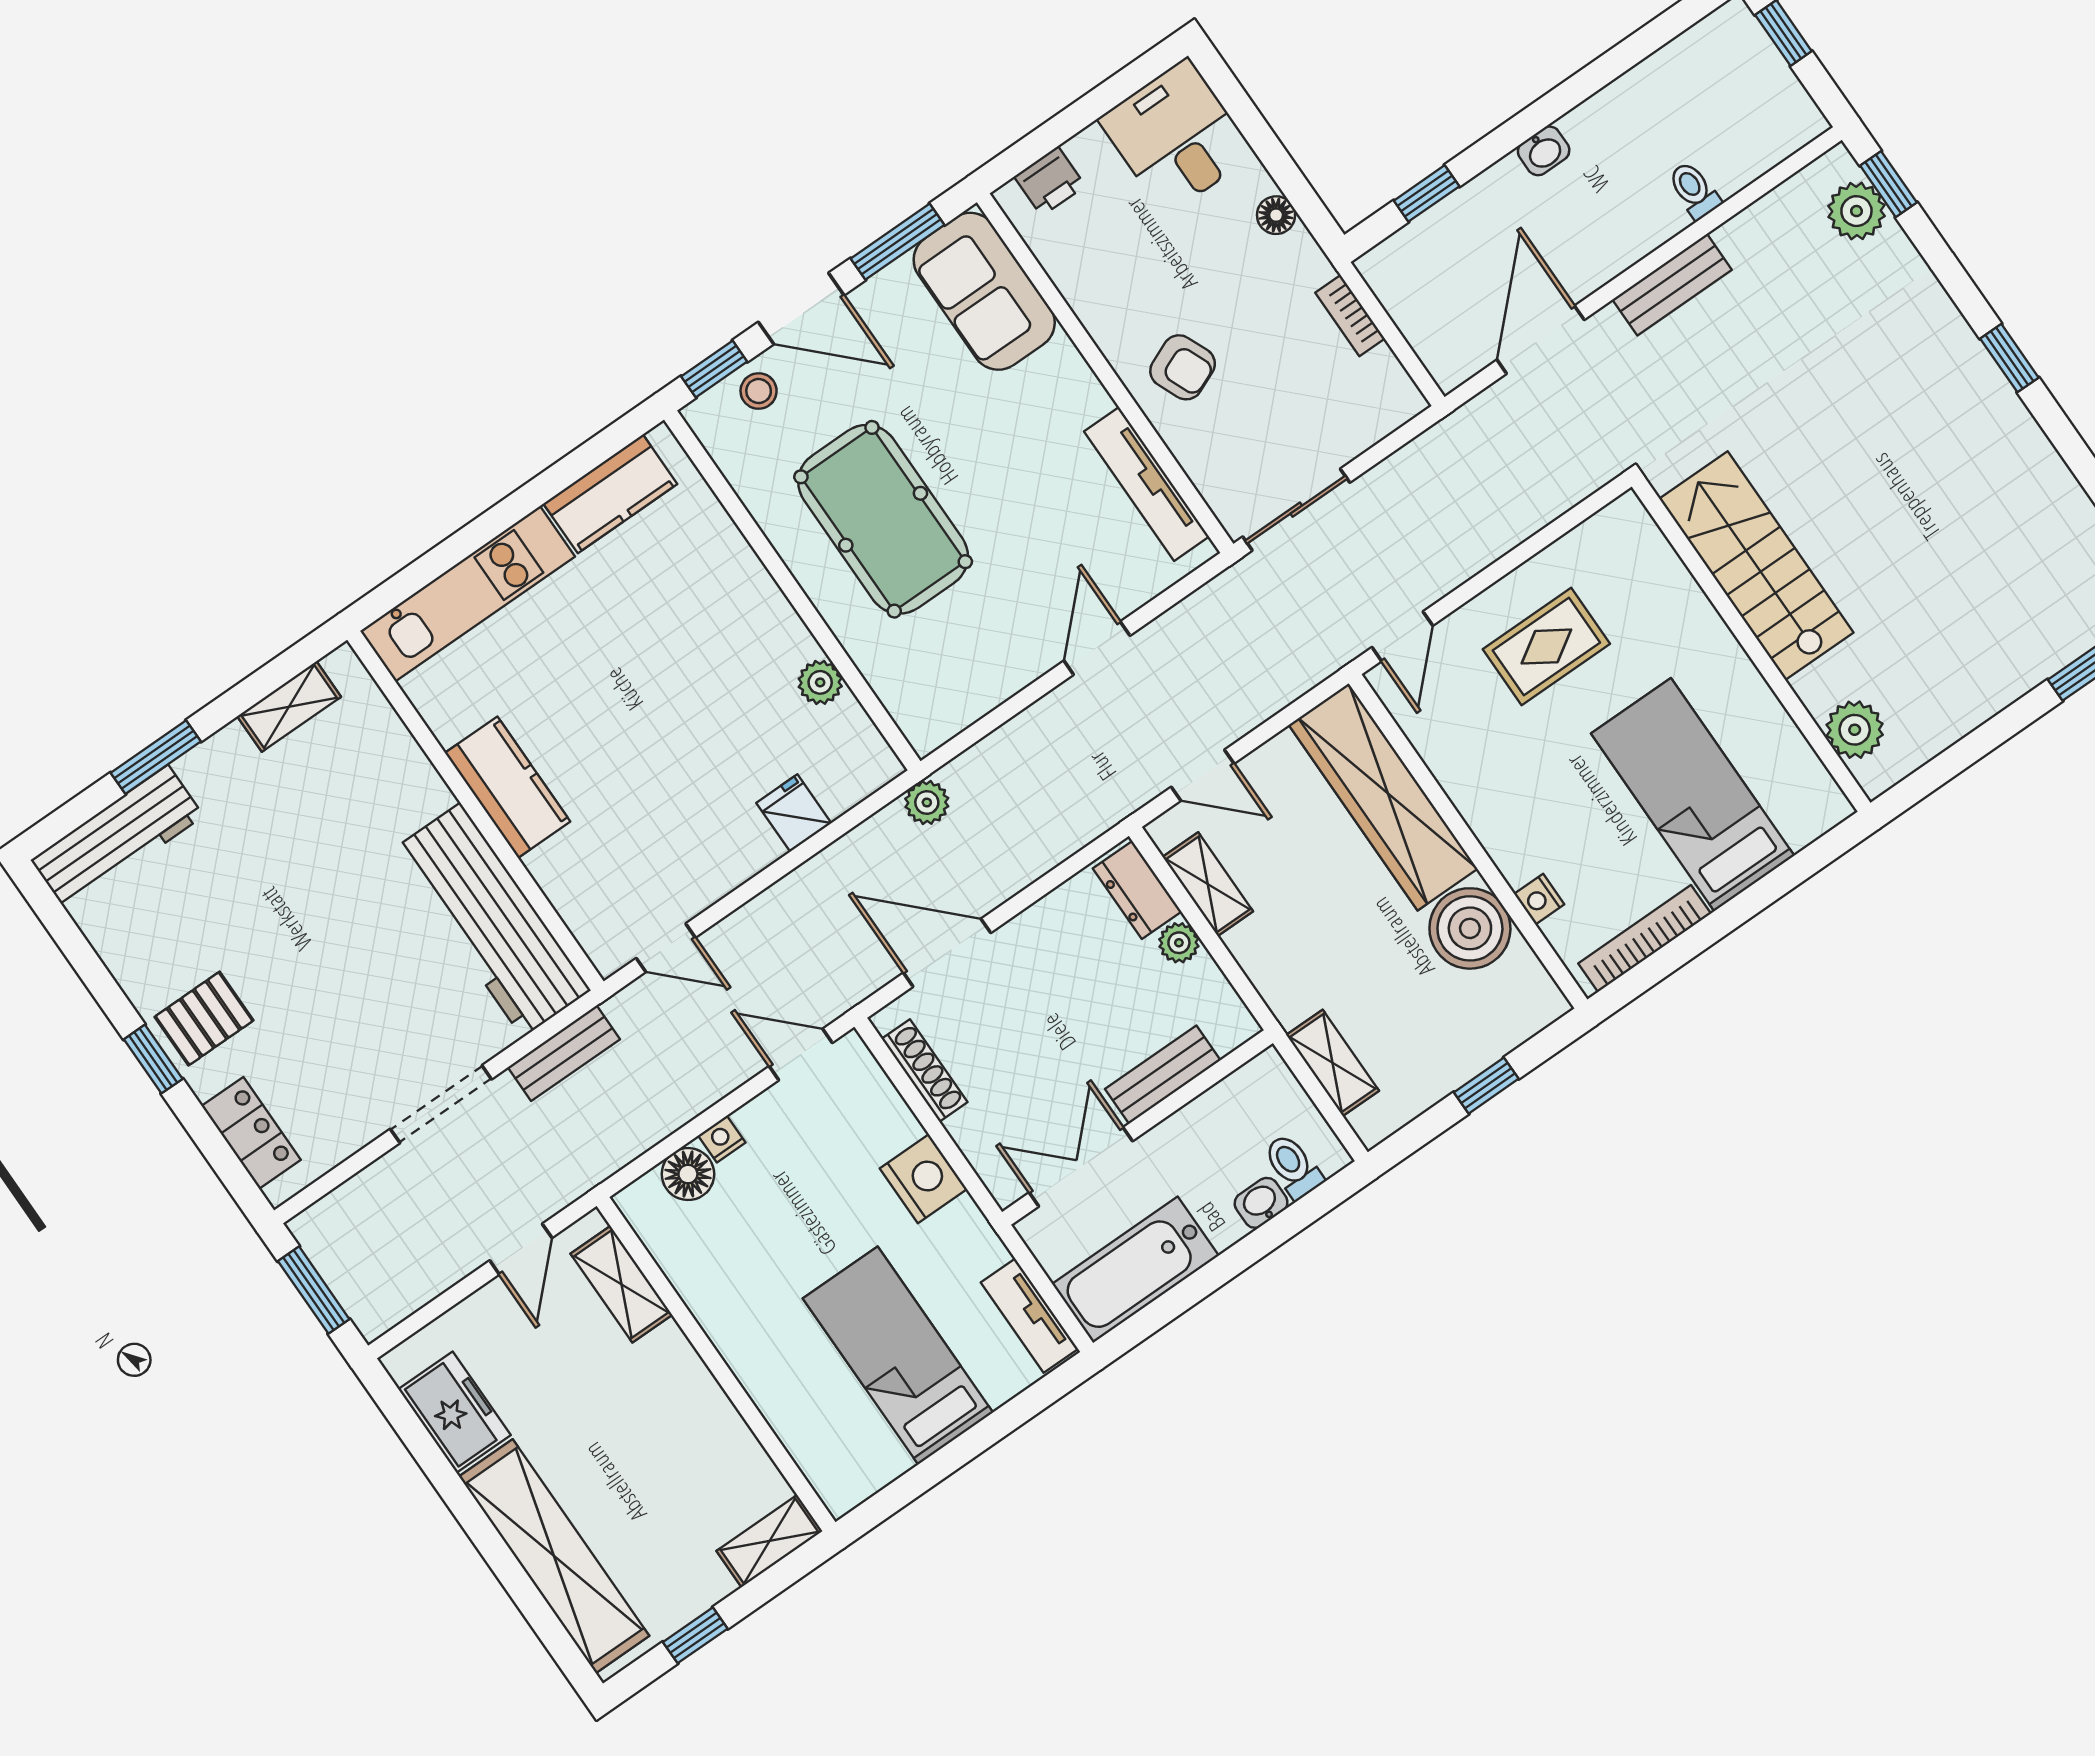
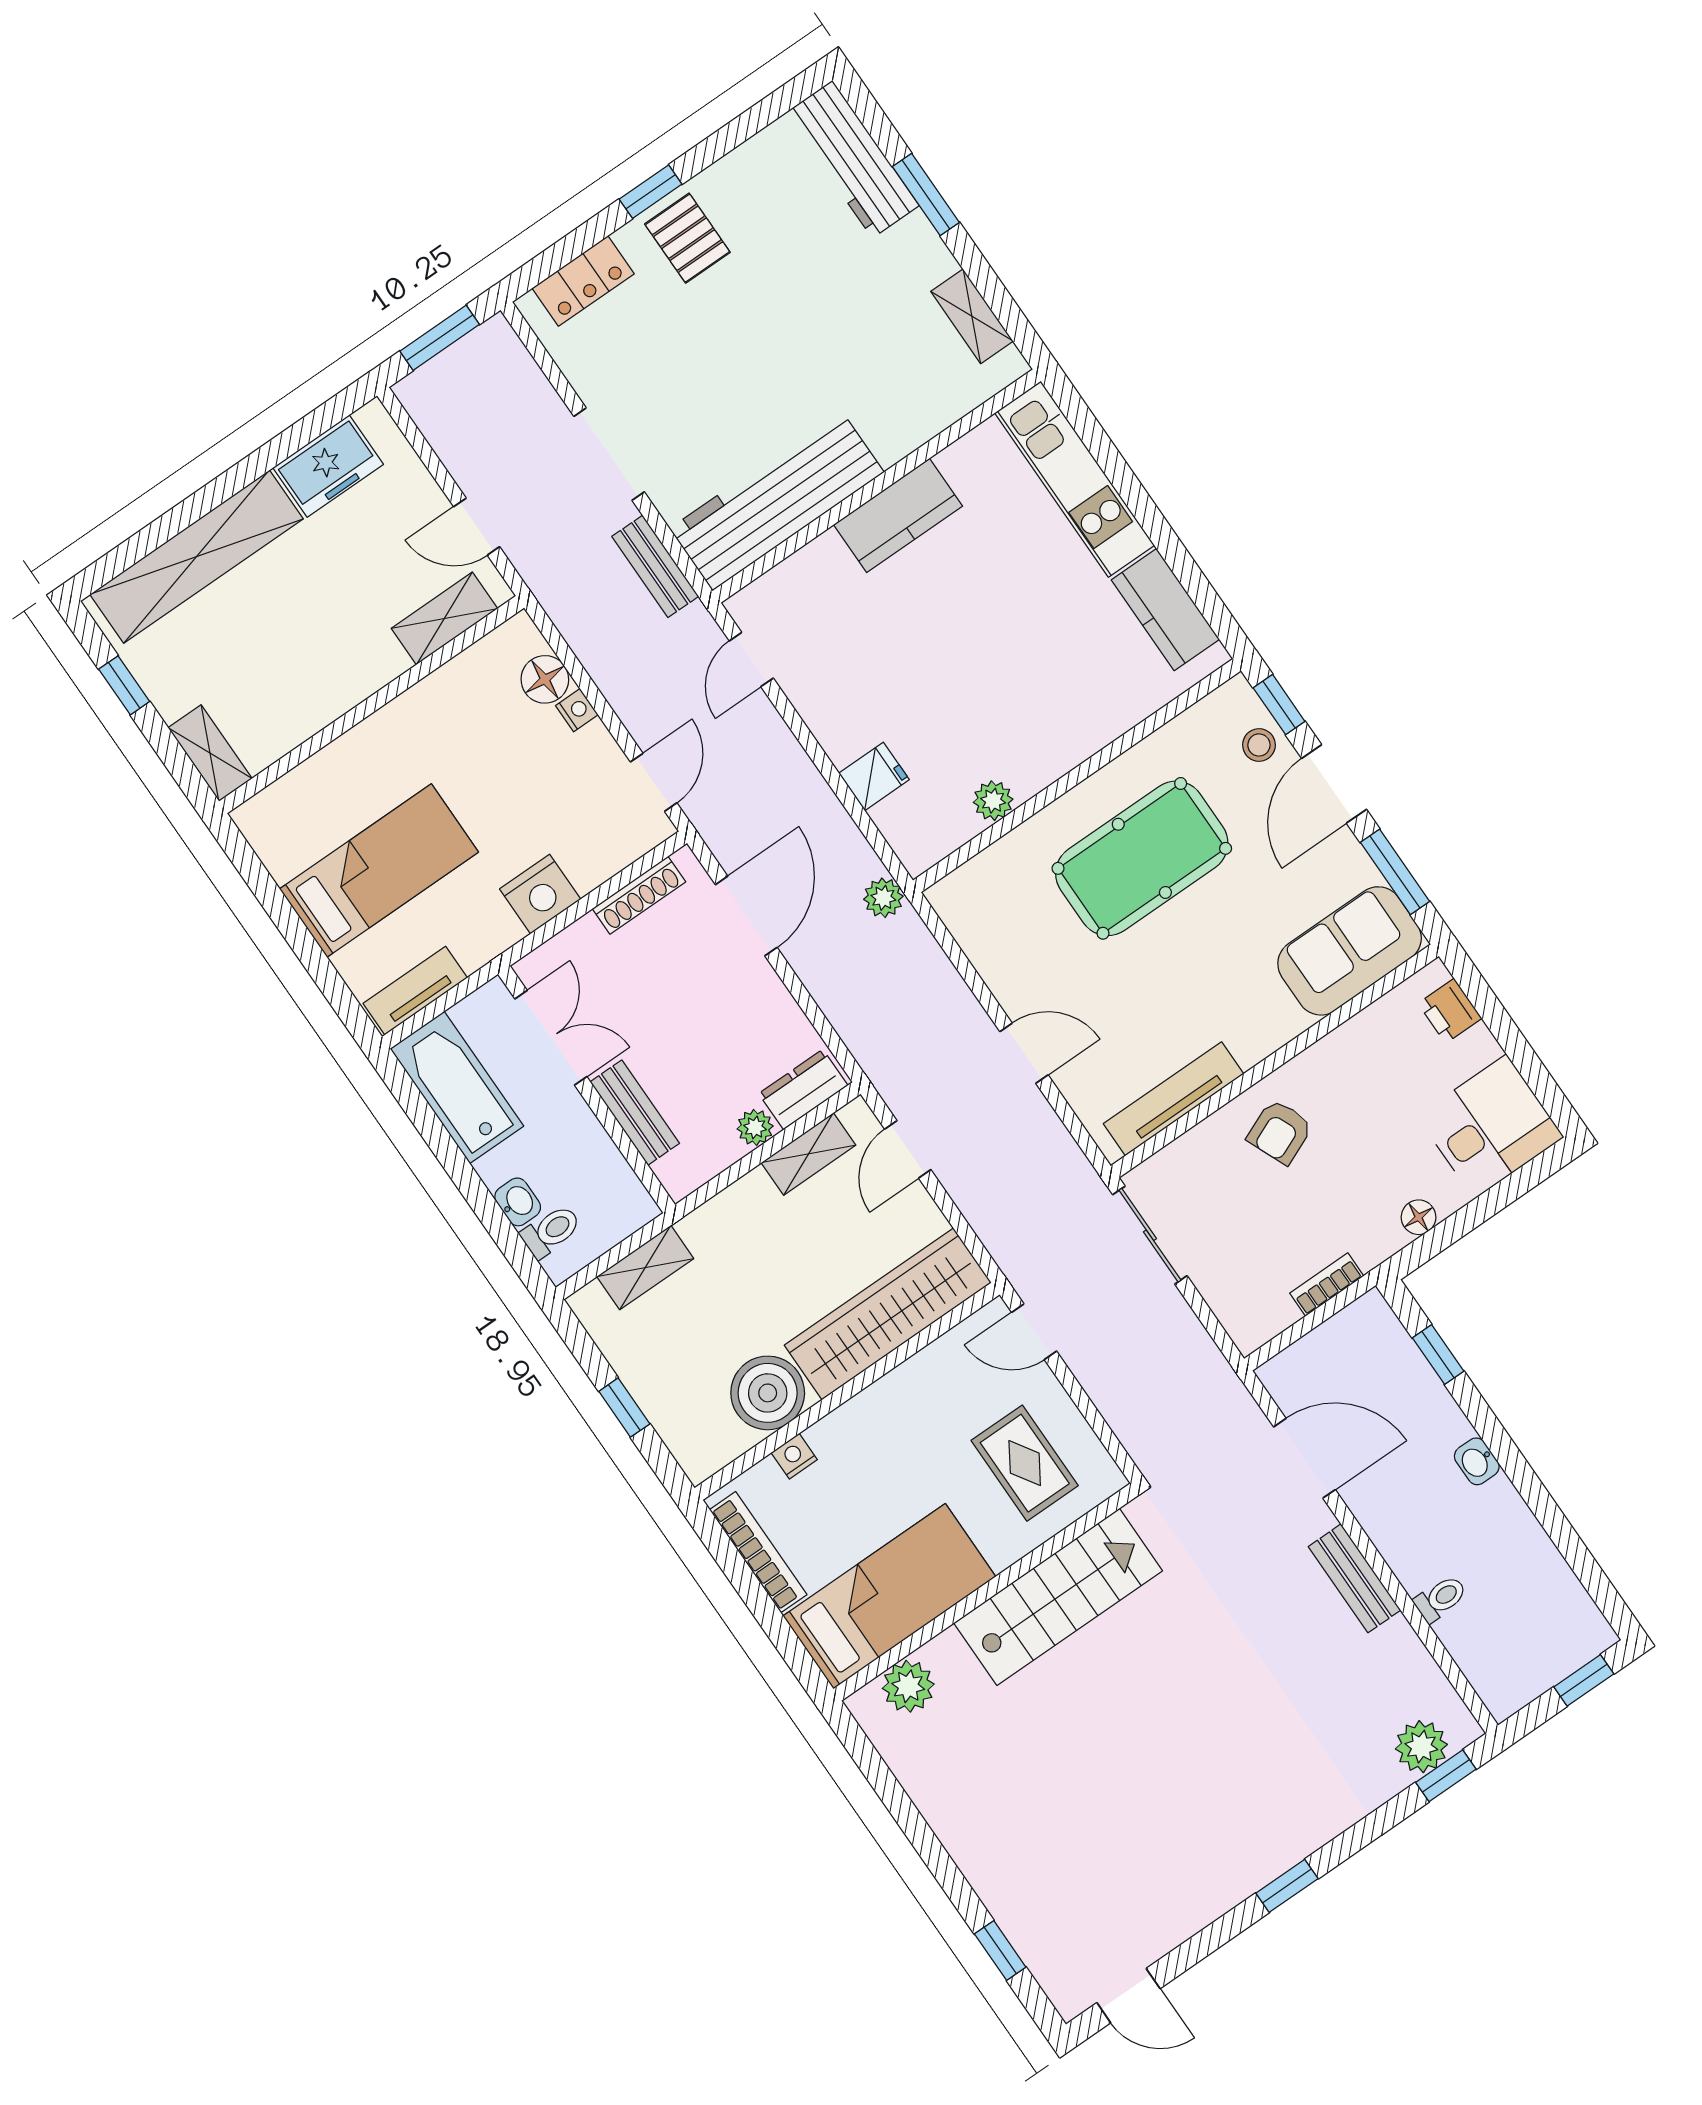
stairs: (1756, 566) -> (1058, 1597), moved
wall: (1751, 645) -> (986, 1592), moved
plant: (1855, 730) -> (908, 1686), moved

